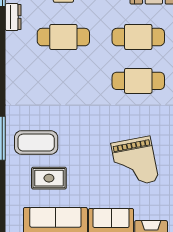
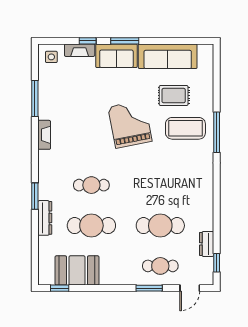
cafe table: (138, 81) -> (91, 185), width x0.73, depth x0.74
grand piano: (135, 162) -> (130, 124), moved

